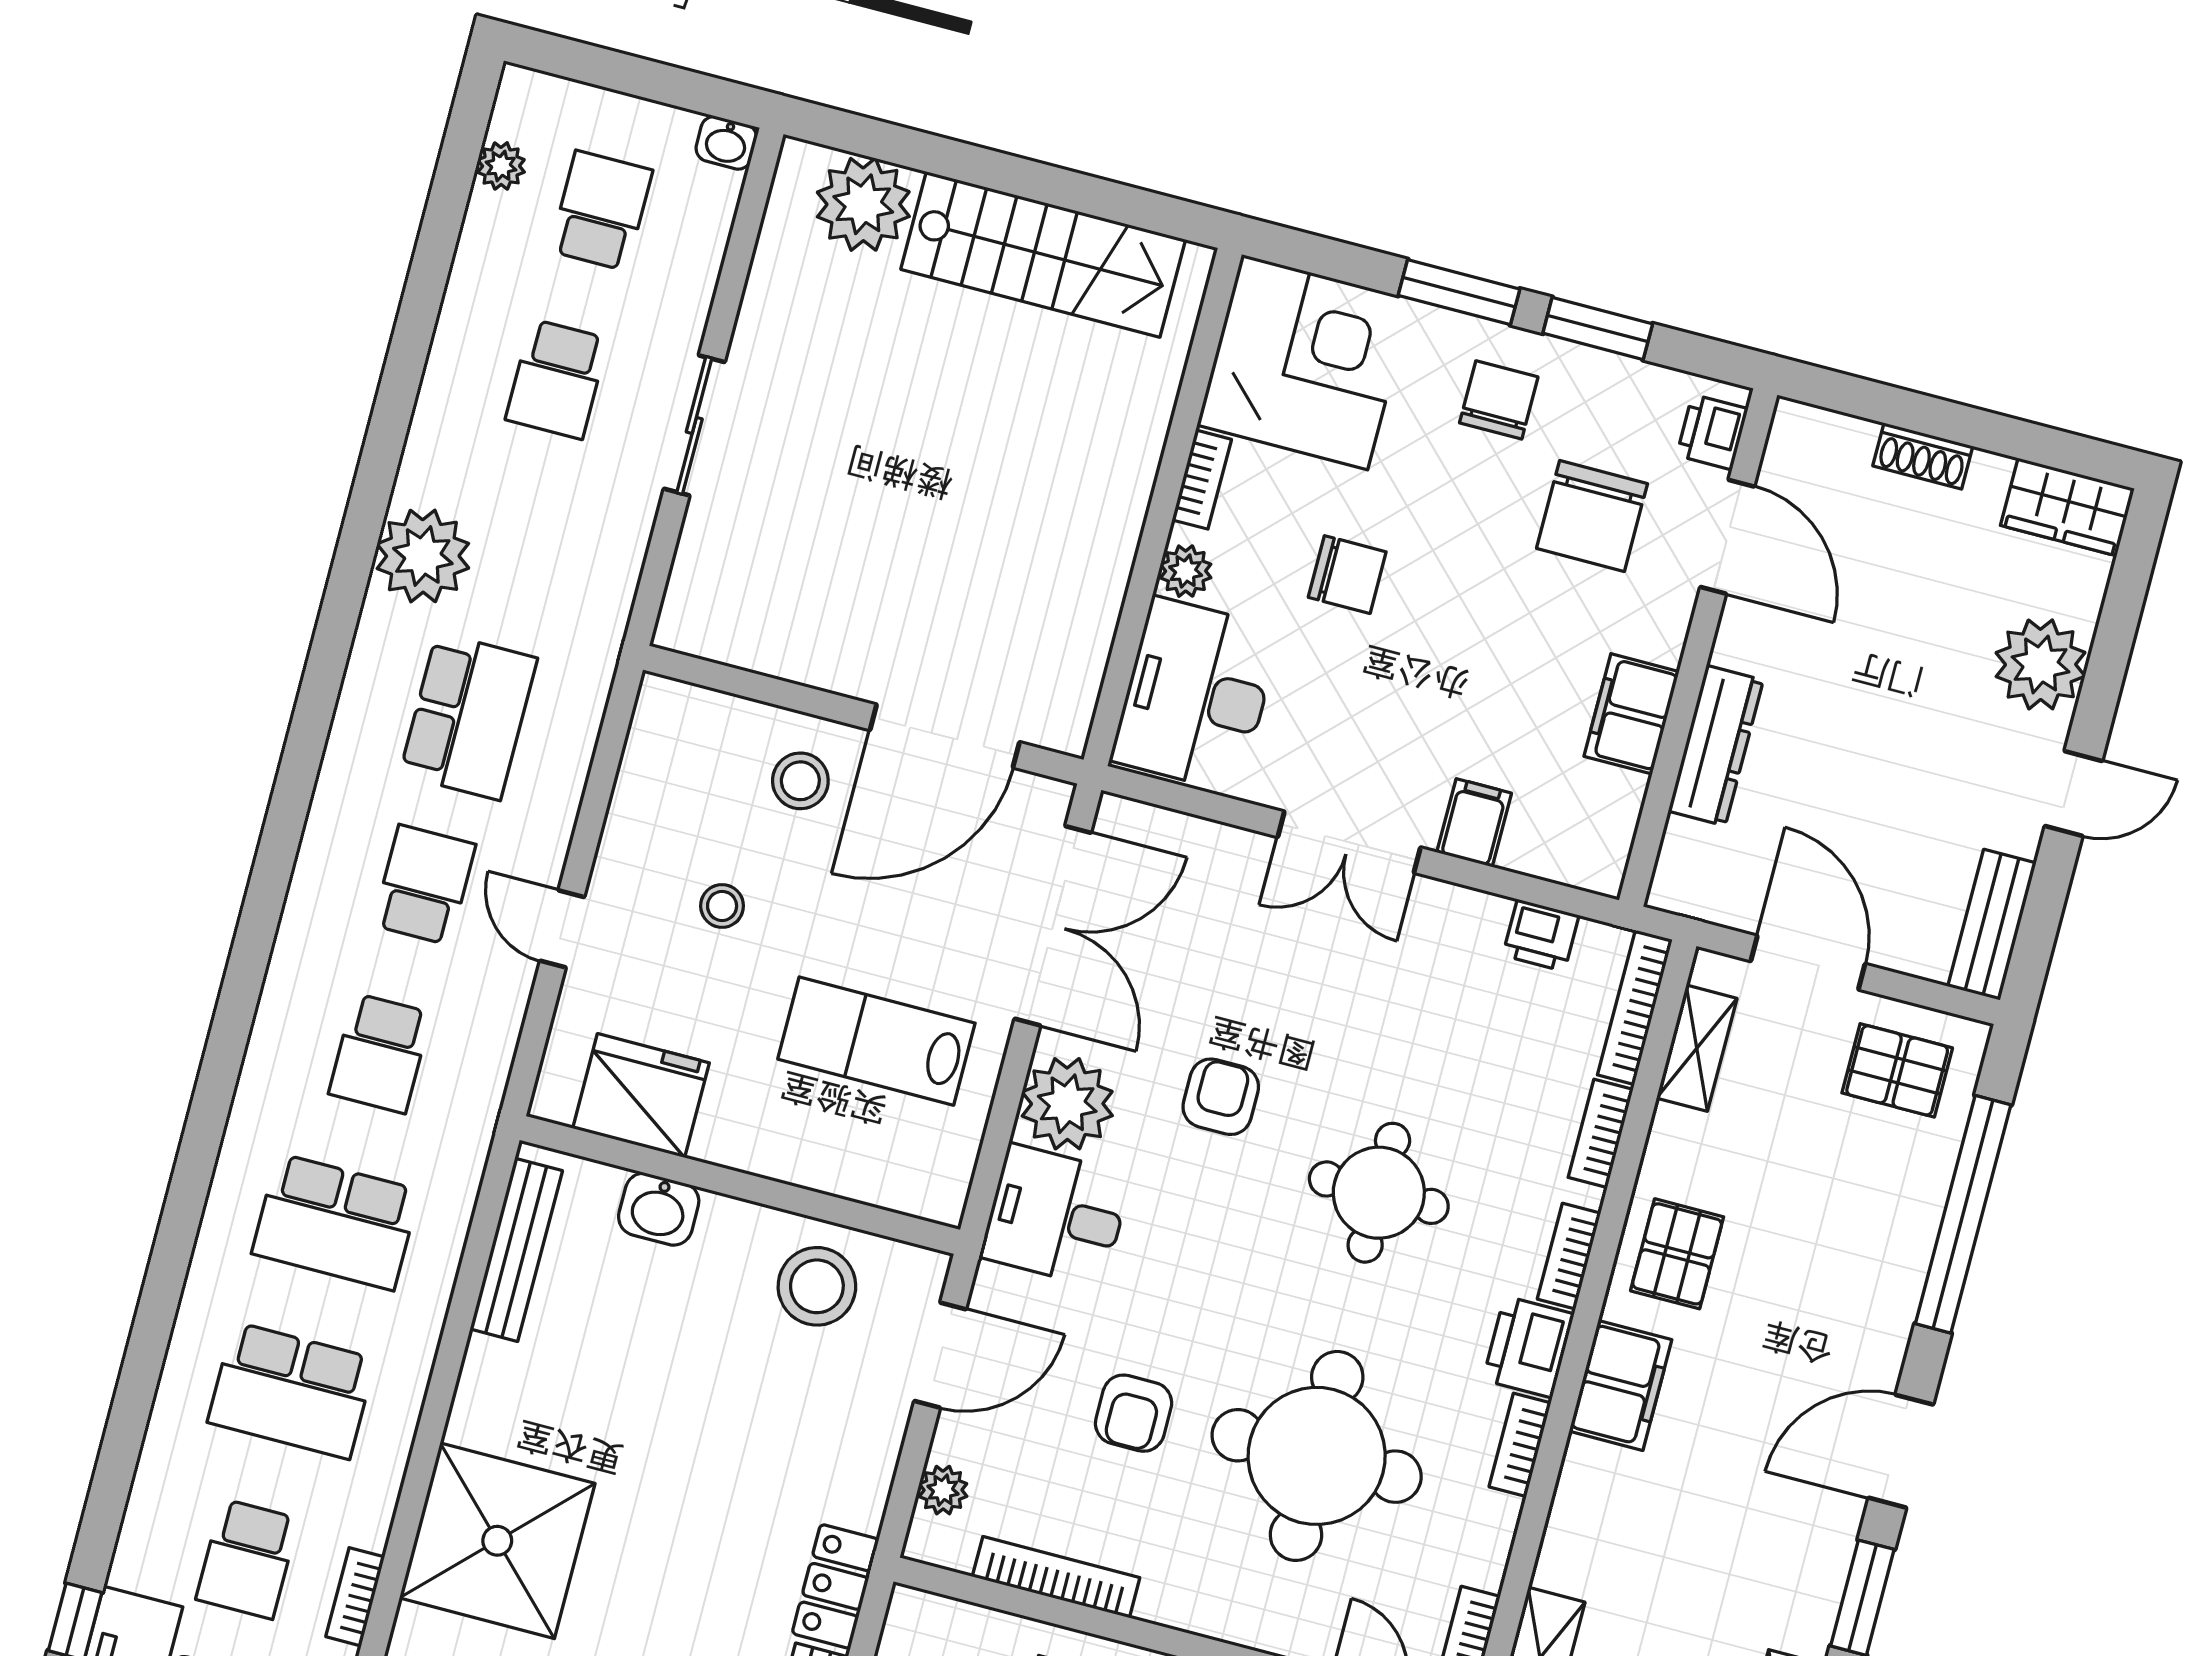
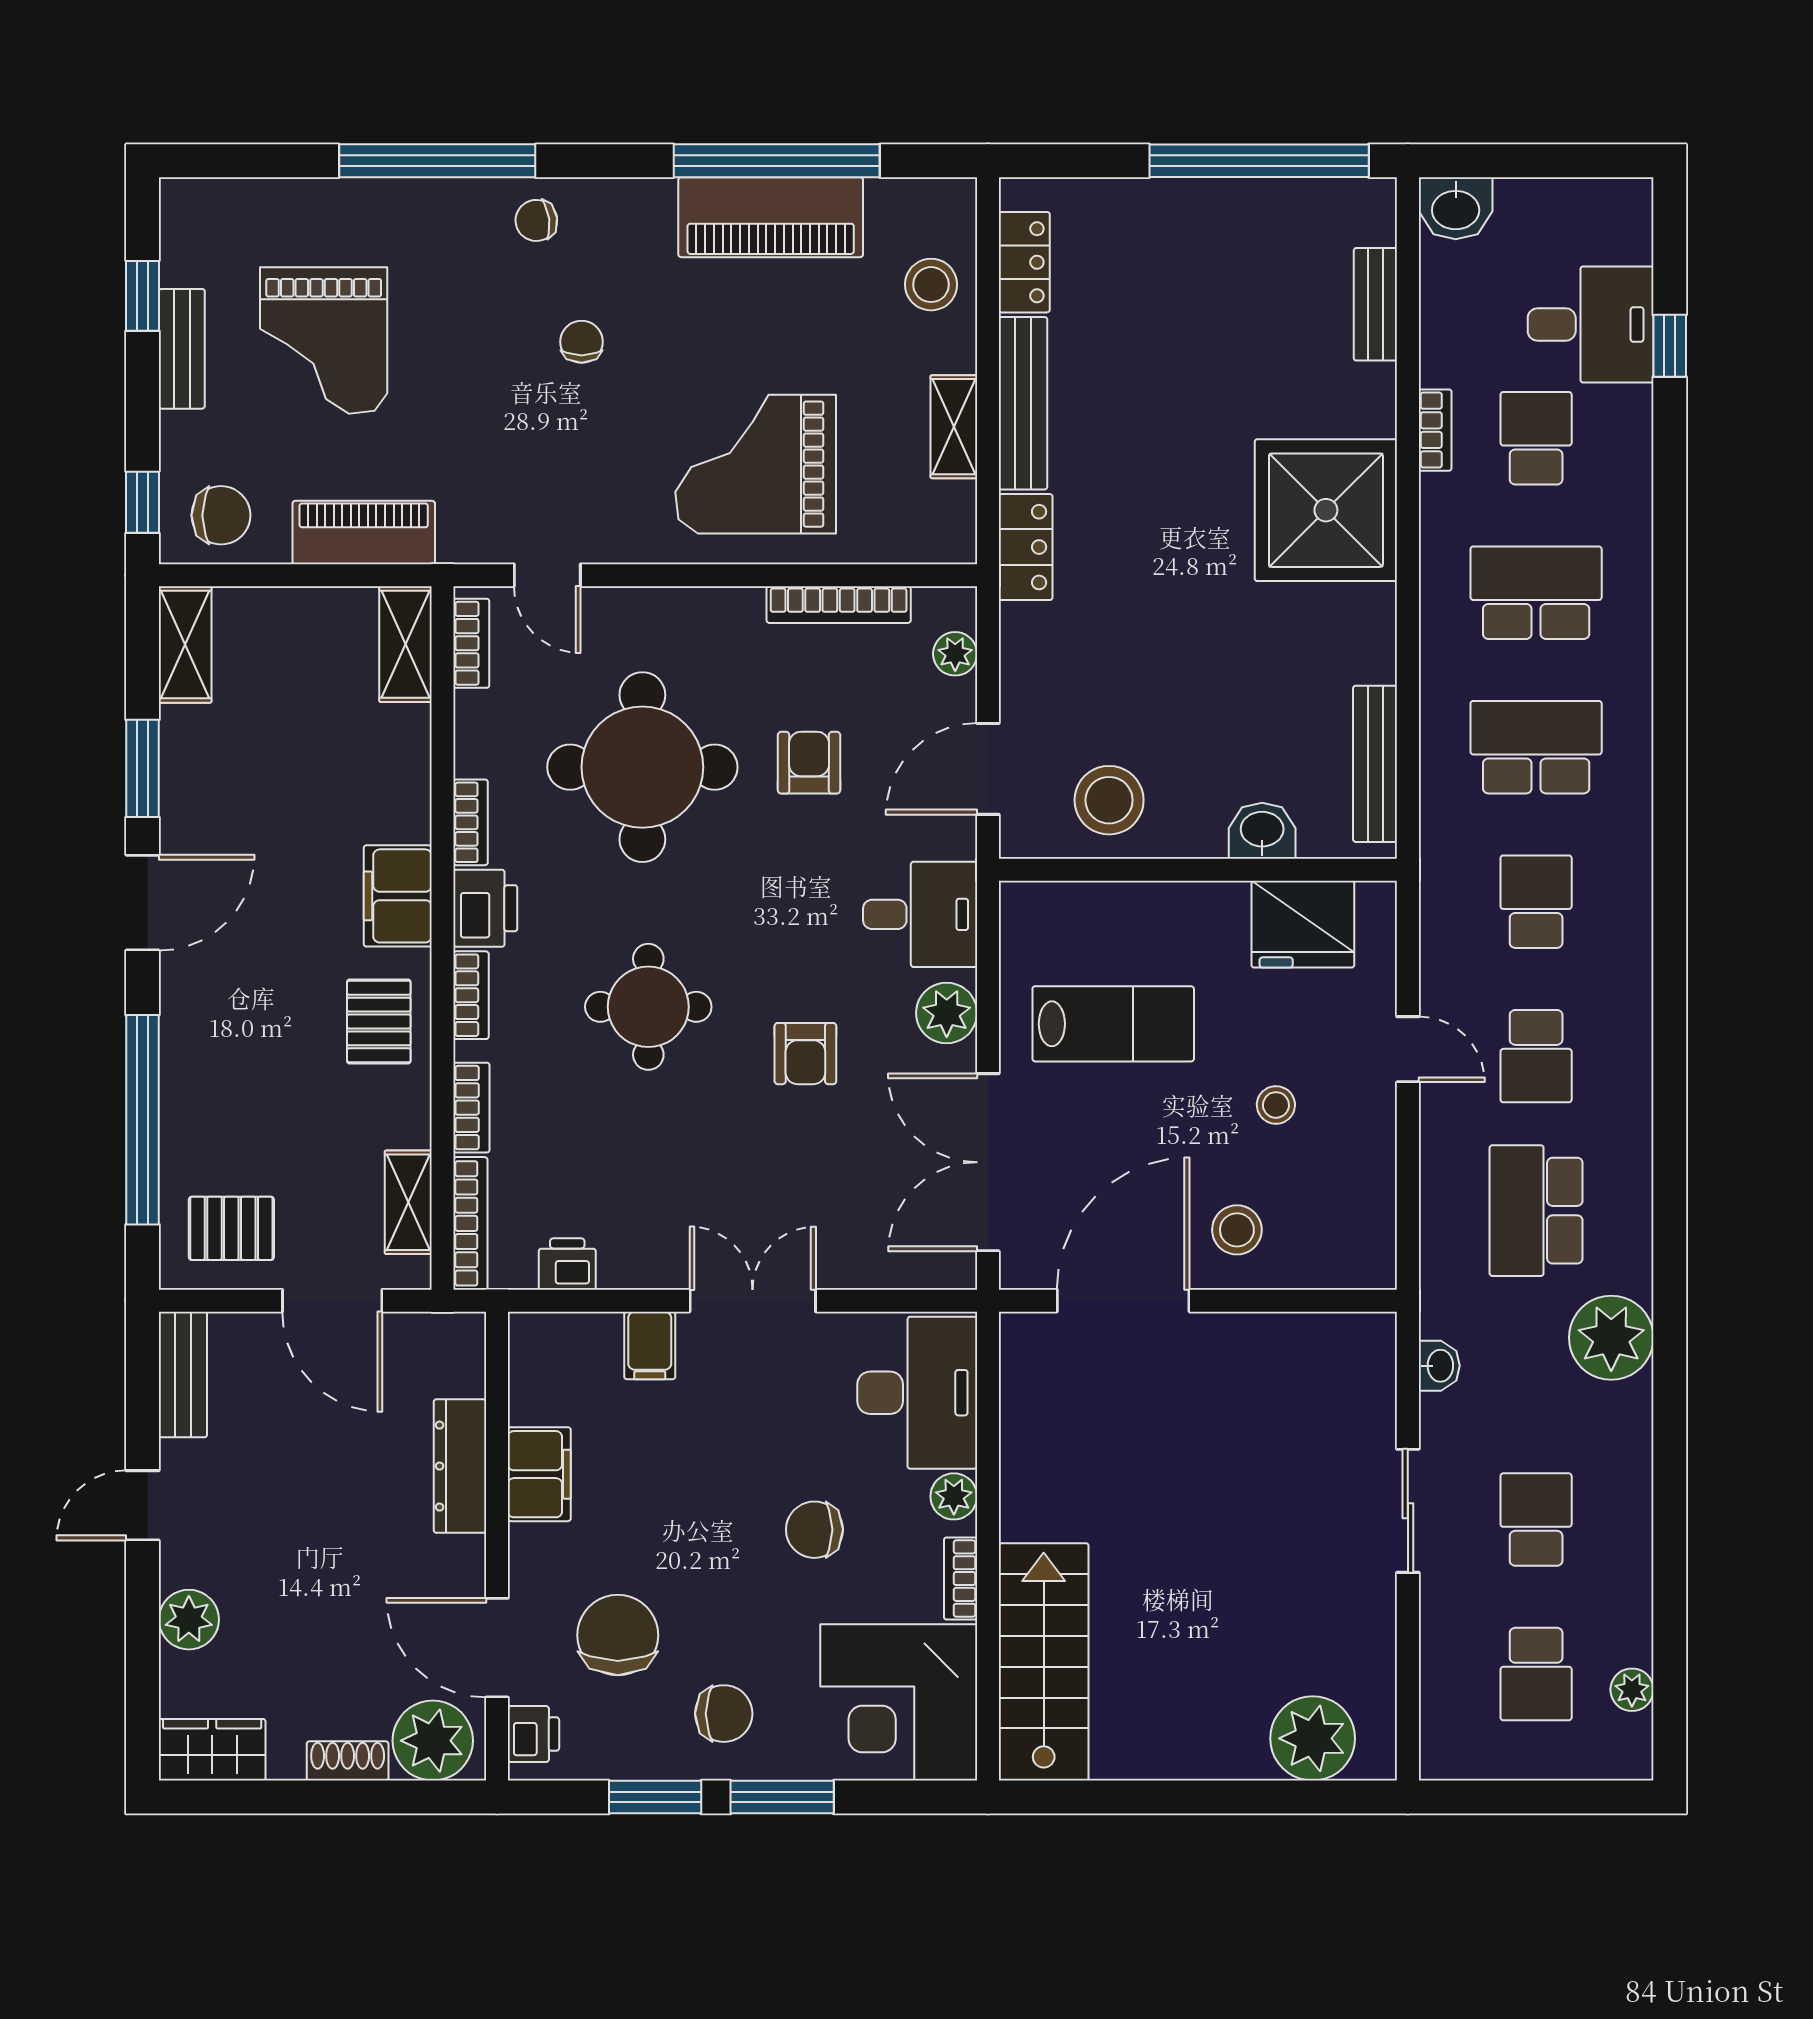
washbasin: (726, 143) -> (1439, 1366), moved, turned 90
stairs: (1043, 254) -> (1044, 1662), moved, turned 90
chair: (1499, 400) -> (724, 1714), turned -90
plant: (1824, 454) -> (433, 1741), added
plant: (2041, 664) -> (189, 1620), width x0.73, depth x0.73
plant: (1067, 1104) -> (947, 1013), width x0.73, depth x0.73

